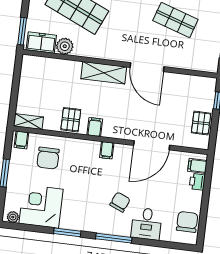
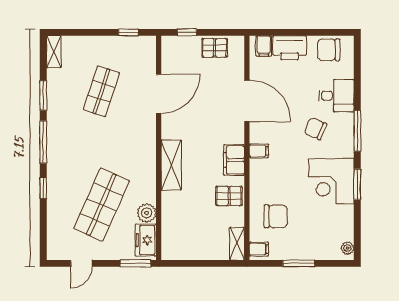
door: (147, 67) -> (159, 94), moved
filing cabinet: (95, 127) -> (234, 160), width x2.00
printer: (197, 182) -> (290, 48), width x1.87, depth x1.48
corner desk: (41, 206) -> (331, 181), moved

